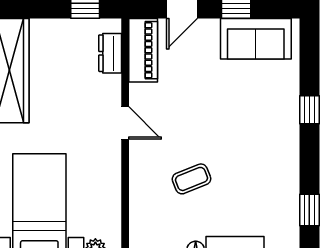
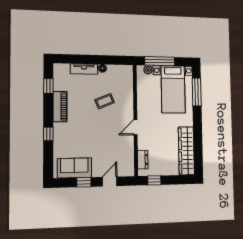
piano: (143, 50) -> (60, 107), moved, turned 180
door: (125, 123) -> (135, 127), hinge flipped

